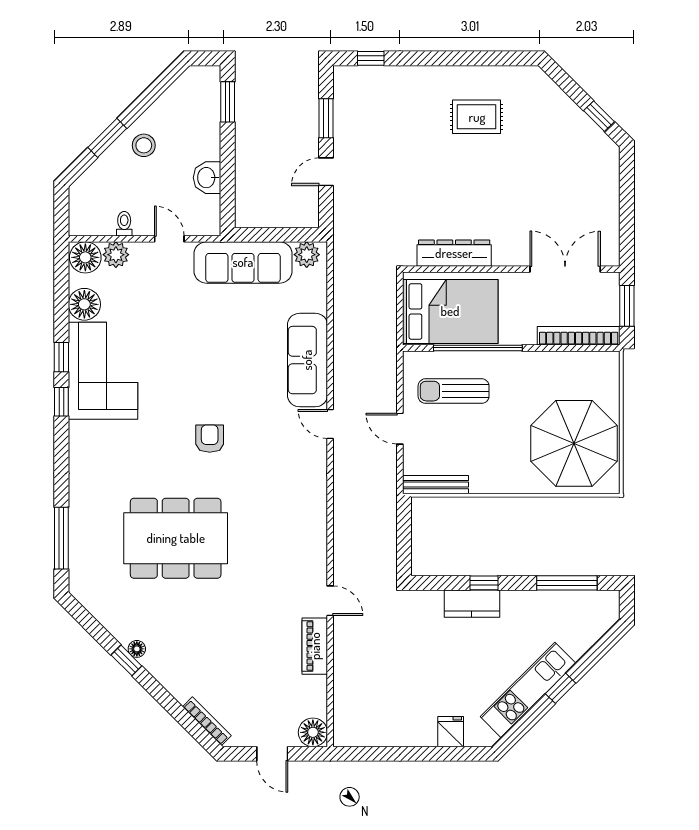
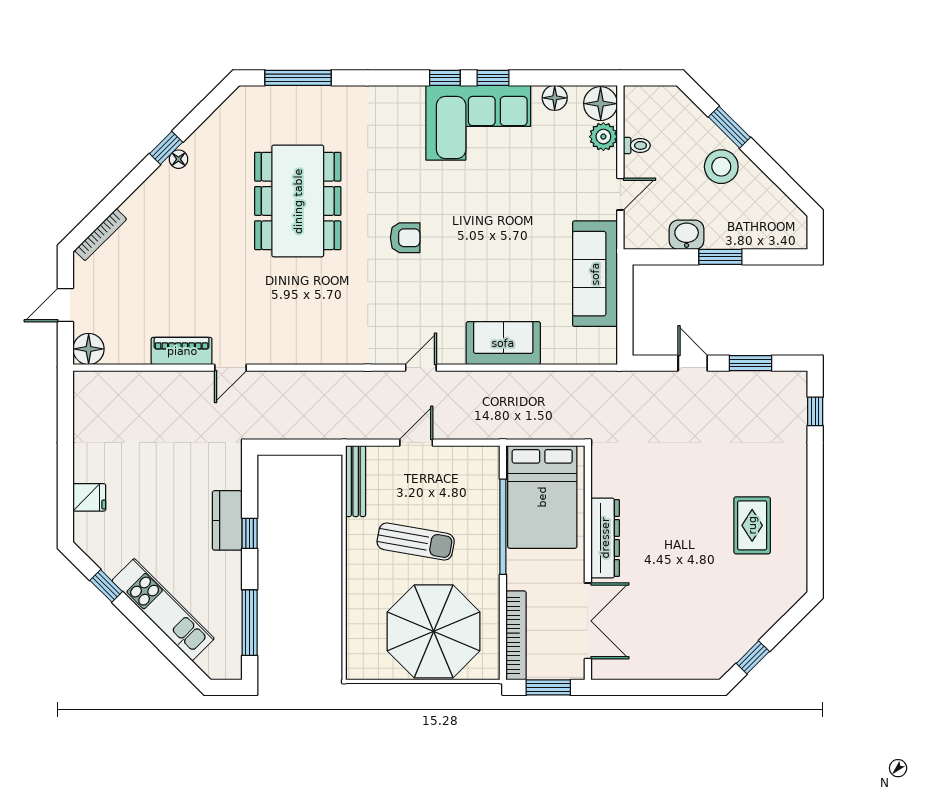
window: (228, 102) -> (720, 257), moved
stool: (144, 145) -> (721, 167), width x1.38, depth x1.38
dresser: (454, 253) -> (605, 538), moved
plant: (307, 255) -> (604, 342), removed
floor lamp: (84, 304) -> (555, 98), width x0.73, depth x0.73
sofa: (307, 360) -> (503, 343), width x0.73
sun lounger: (454, 391) -> (416, 541), moved, turned 100
parasol: (574, 443) -> (434, 631), moved
window: (561, 688) -> (106, 586), moved
kitchen unit: (528, 690) -> (163, 610), moved

